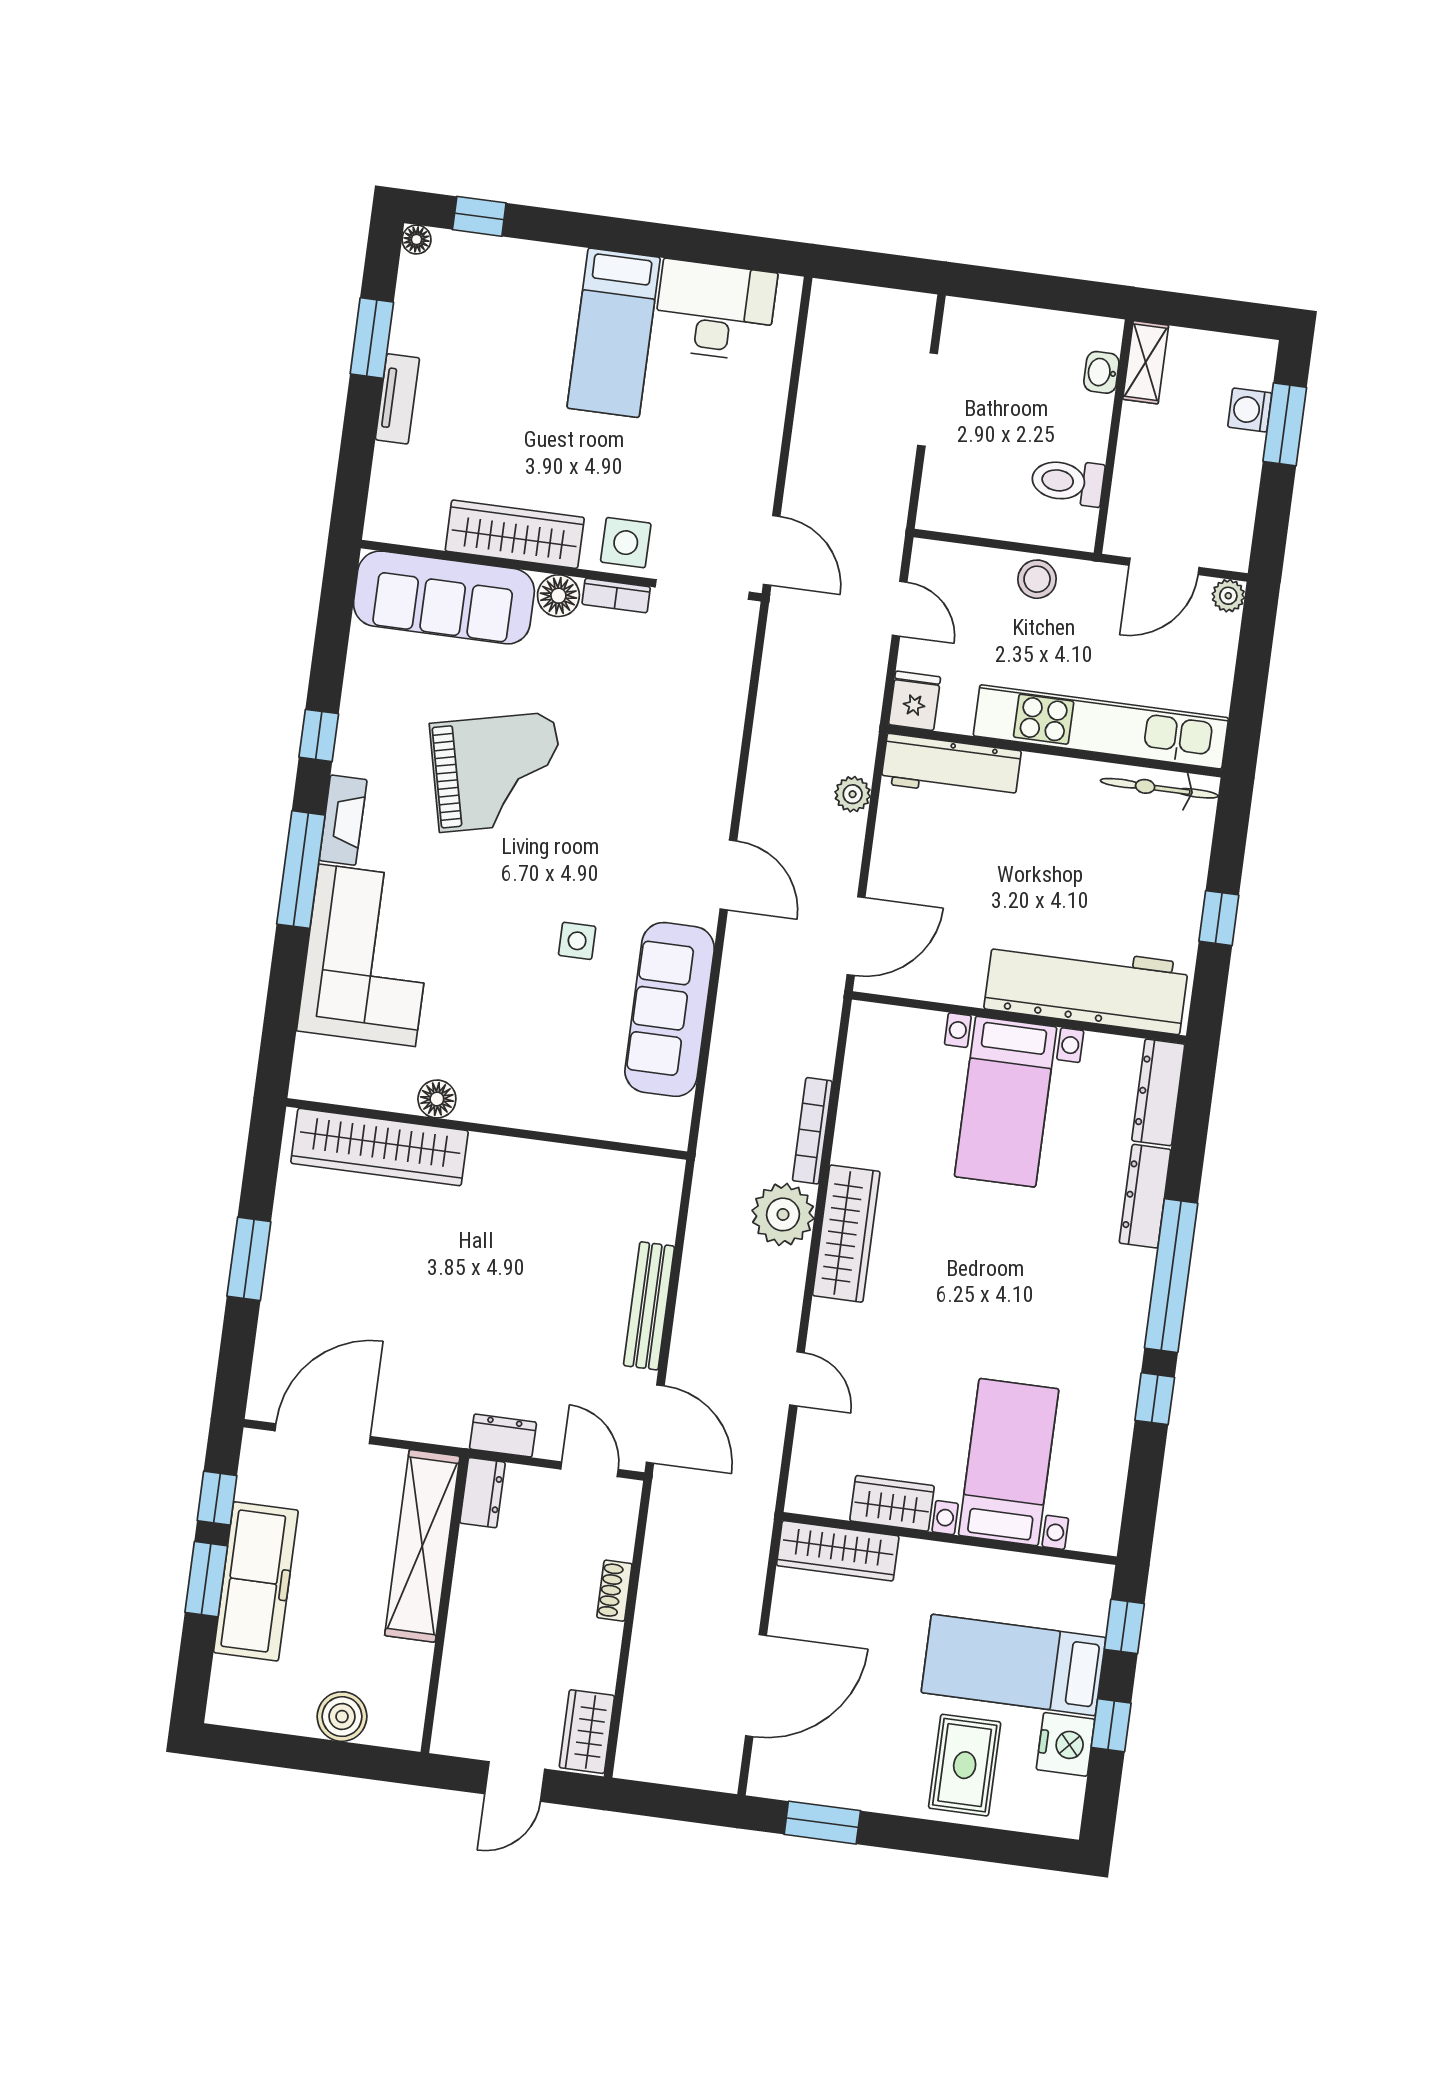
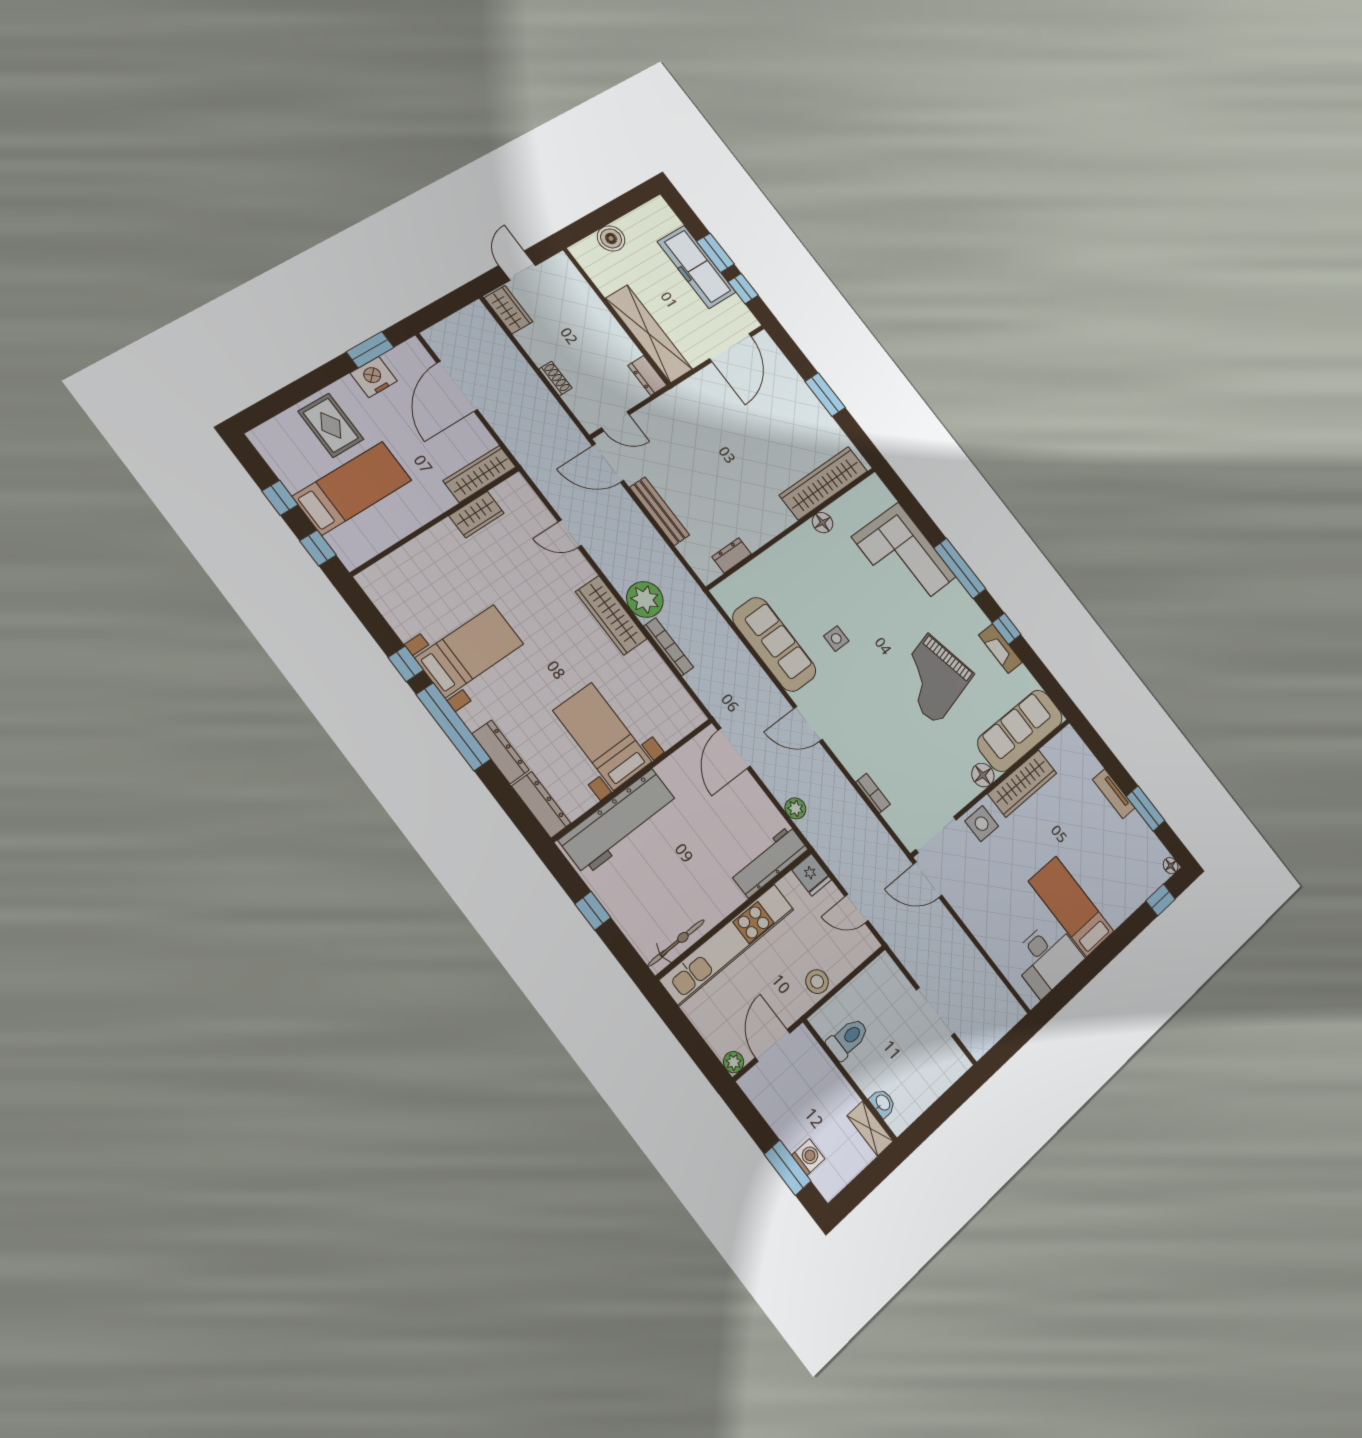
bookcase: (616, 596) -> (873, 793), moved, turned 90
fireplace: (343, 820) -> (1000, 649), moved
dresser: (503, 1436) -> (732, 555), moved, turned 180
bed with nightstands: (1009, 1462) -> (469, 651), moved, turned -90
nightstand: (1065, 1744) -> (374, 377), moved, turned 90

